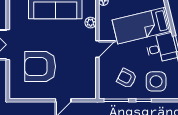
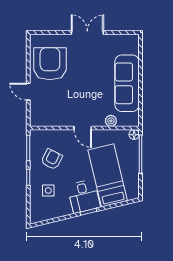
armchair: (40, 67) -> (50, 64), moved
side table: (156, 81) -> (48, 190), width x0.54, depth x0.54

